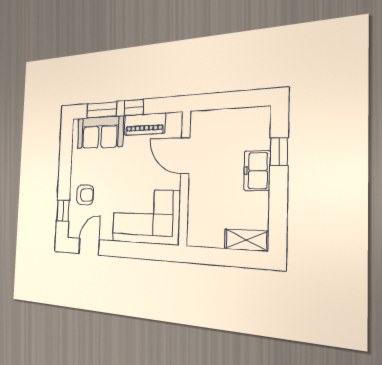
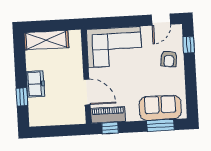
window: (134, 107) -> (110, 128), moved
piano: (144, 124) -> (108, 115), moved
armchair: (85, 195) -> (169, 59), turned -84
shelving: (246, 240) -> (46, 40), width x1.50, depth x1.33

